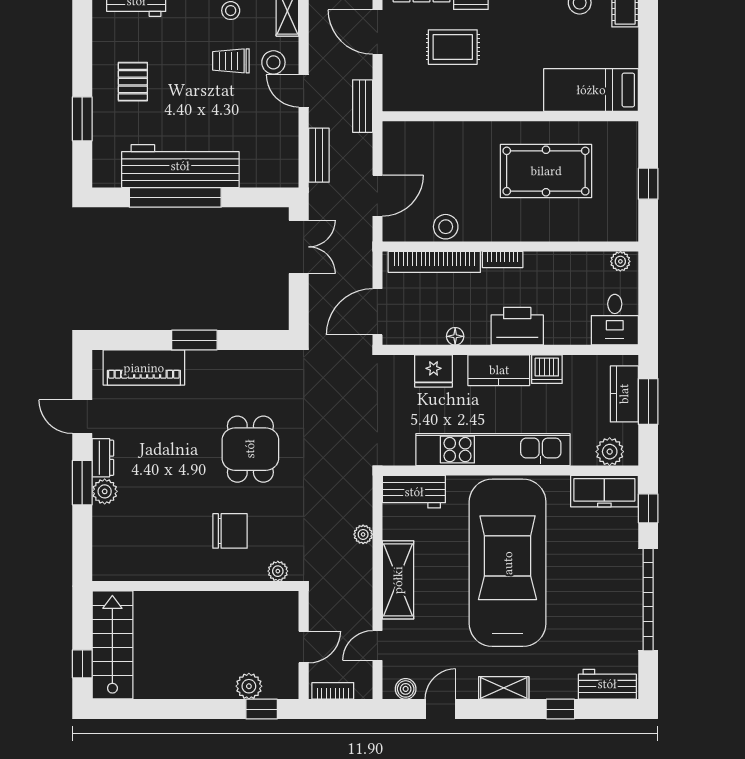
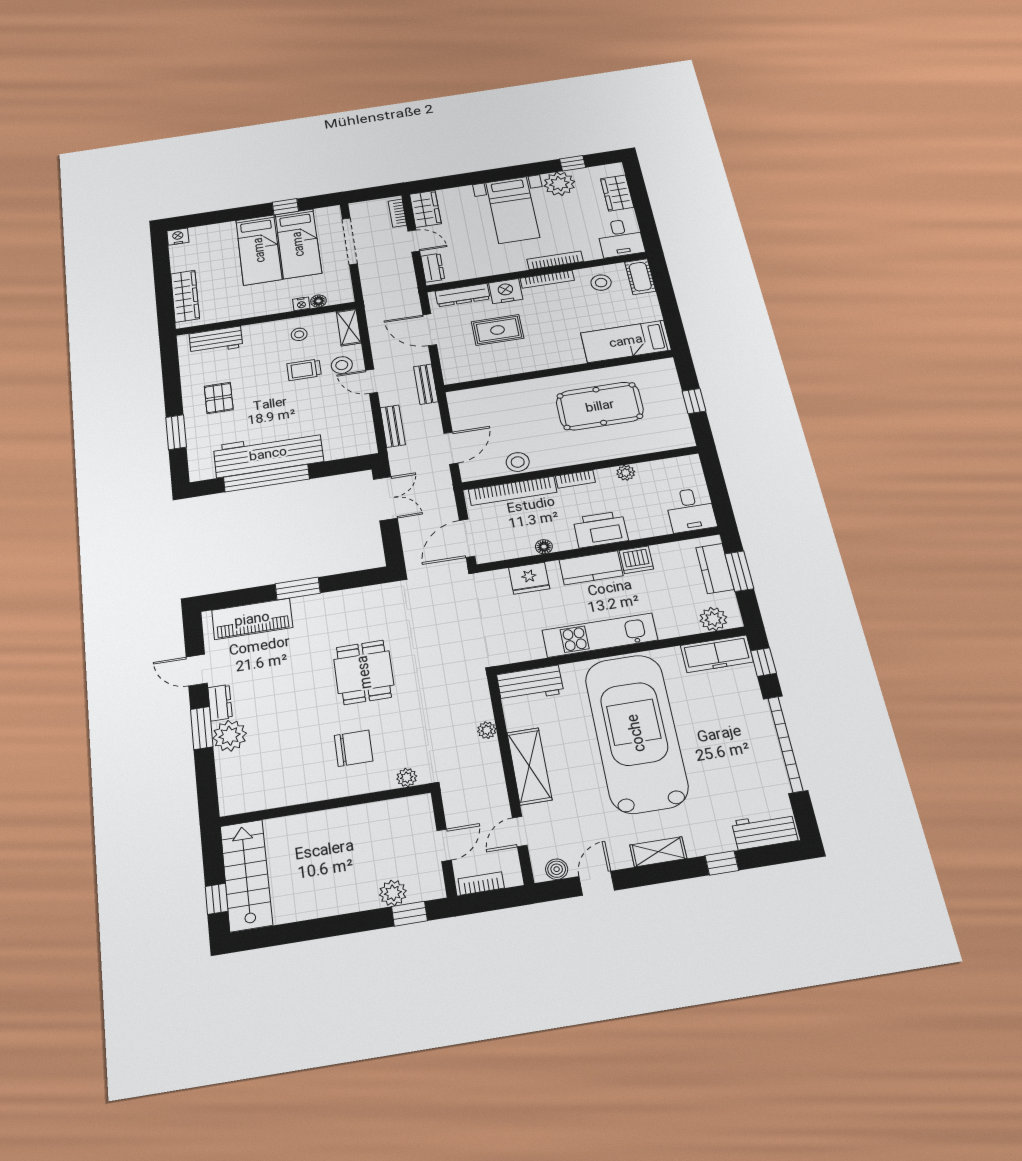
plant: (620, 261) -> (626, 473), moved
kitchen unit: (493, 450) -> (600, 635), width x0.73
plant: (105, 491) -> (230, 736), width x1.36, depth x1.36

